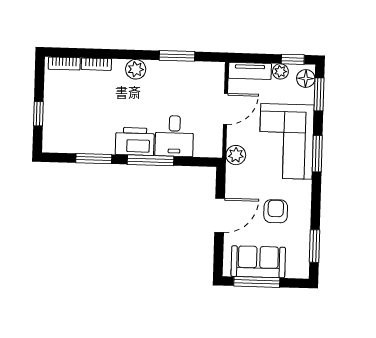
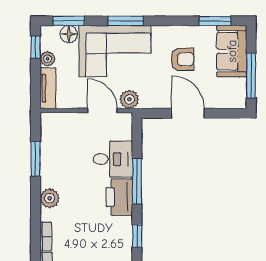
floor lamp: (306, 78) -> (69, 34), moved
door: (226, 109) -> (102, 111), moved
window: (94, 159) -> (137, 236), width x0.67
armchair: (276, 211) -> (182, 59), turned 180
sofa: (258, 262) -> (232, 51), moved

